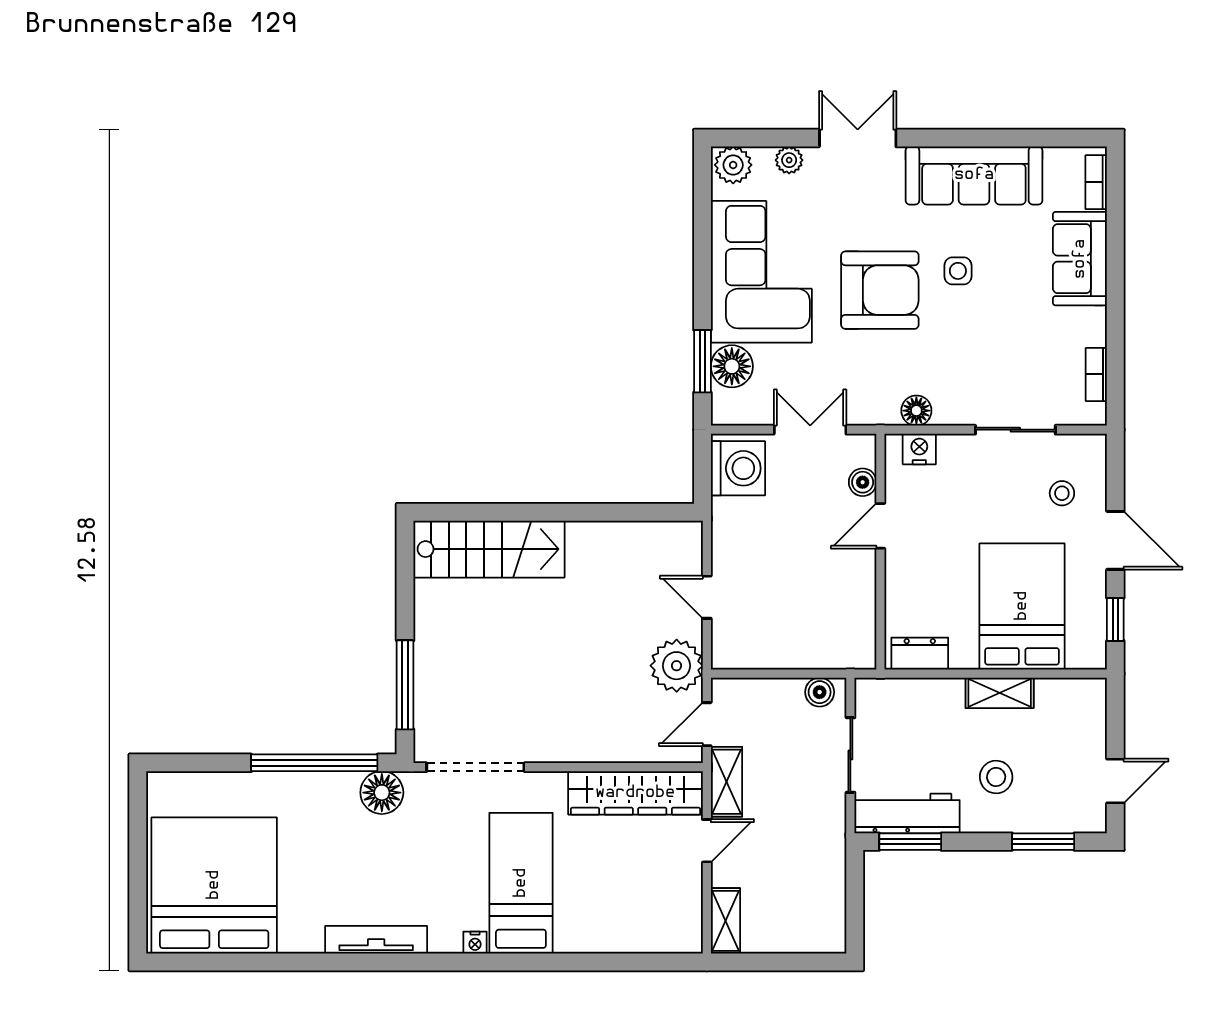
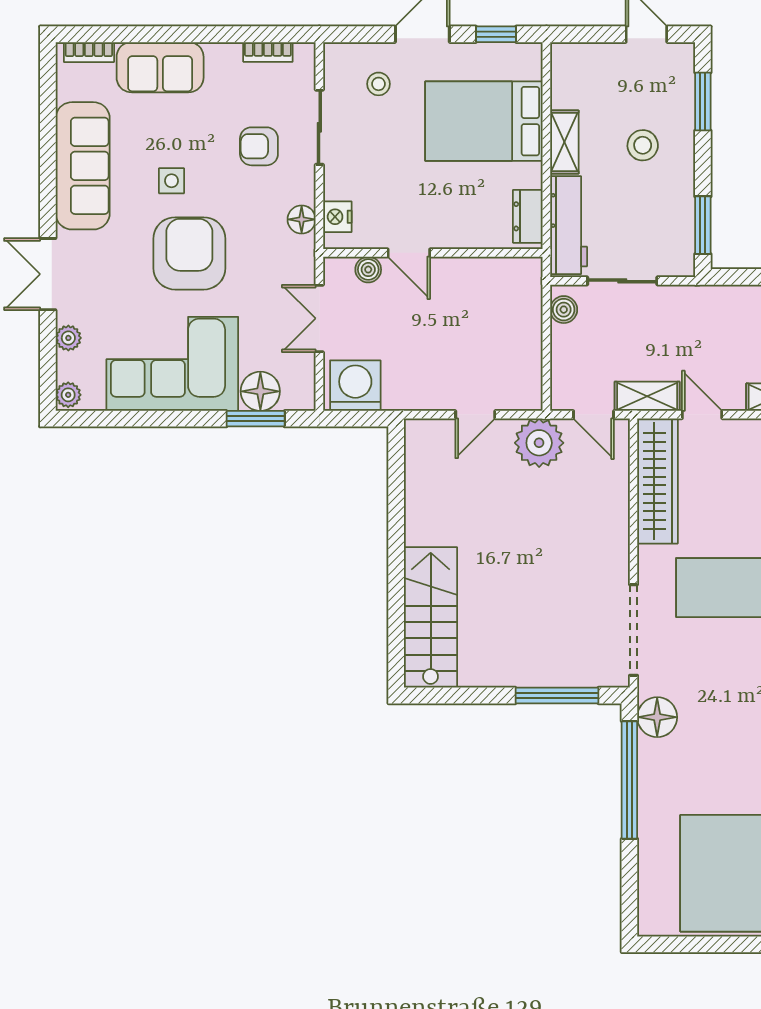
plant: (733, 165) -> (68, 395), width x0.73, depth x0.73
armchair: (995, 365) -> (259, 146), added
workbench: (907, 814) -> (569, 225), moved, turned 180

